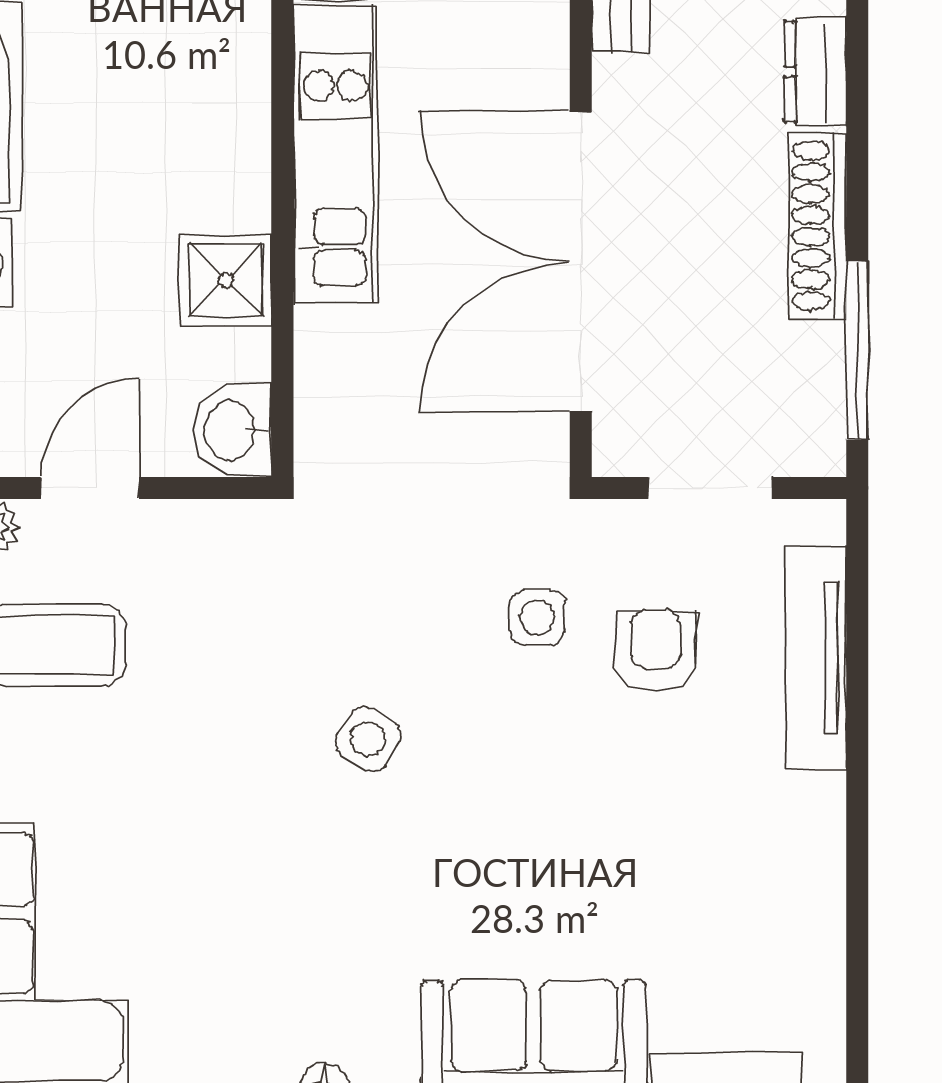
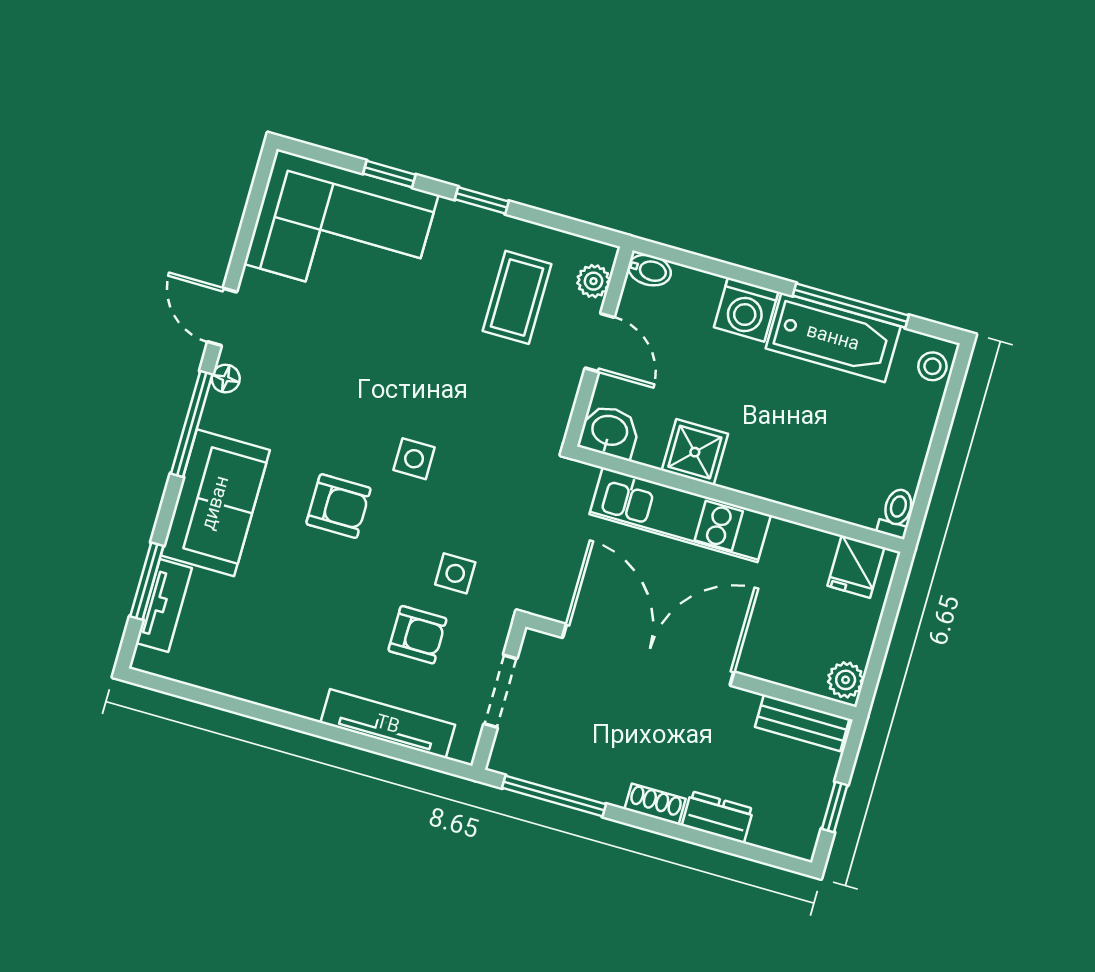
kitchen unit: (335, 154) -> (680, 515), moved
shoe rack: (818, 226) -> (655, 804), width x0.51, depth x0.81
side table: (368, 739) -> (414, 459), turned -32
armchair: (481, 841) -> (338, 506), added

